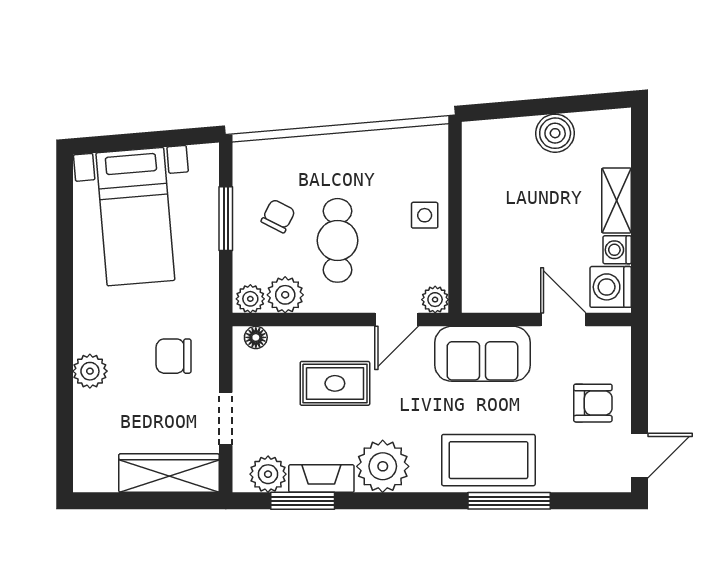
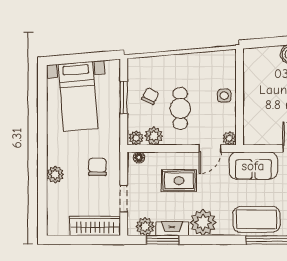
chair: (174, 356) -> (97, 167), turned 90

